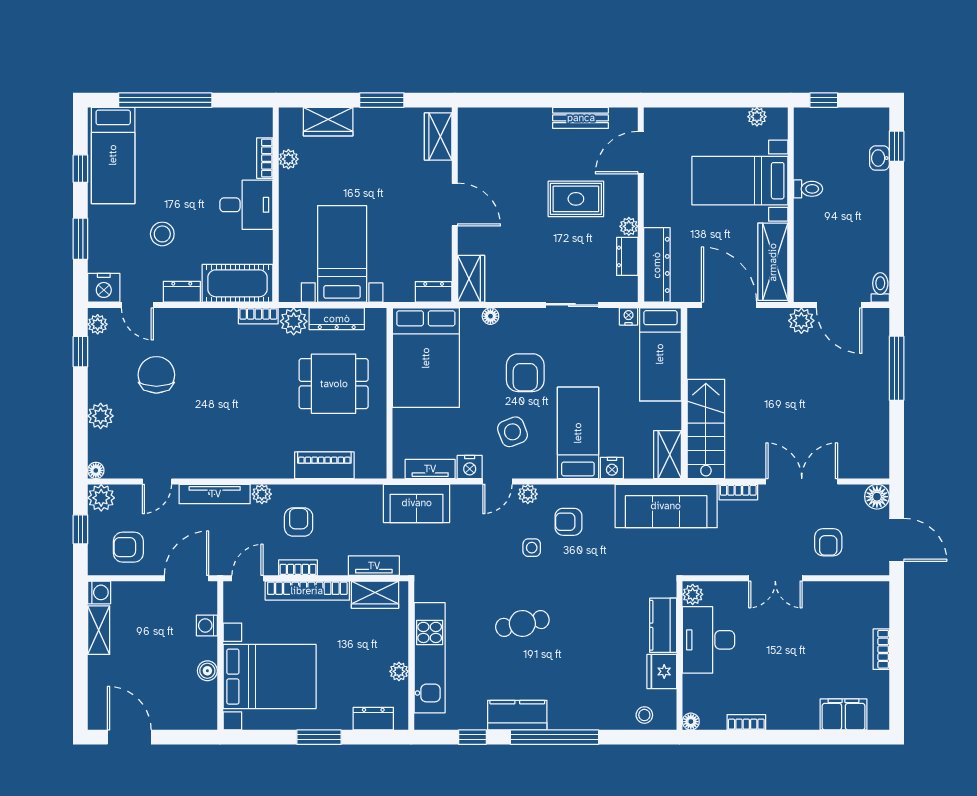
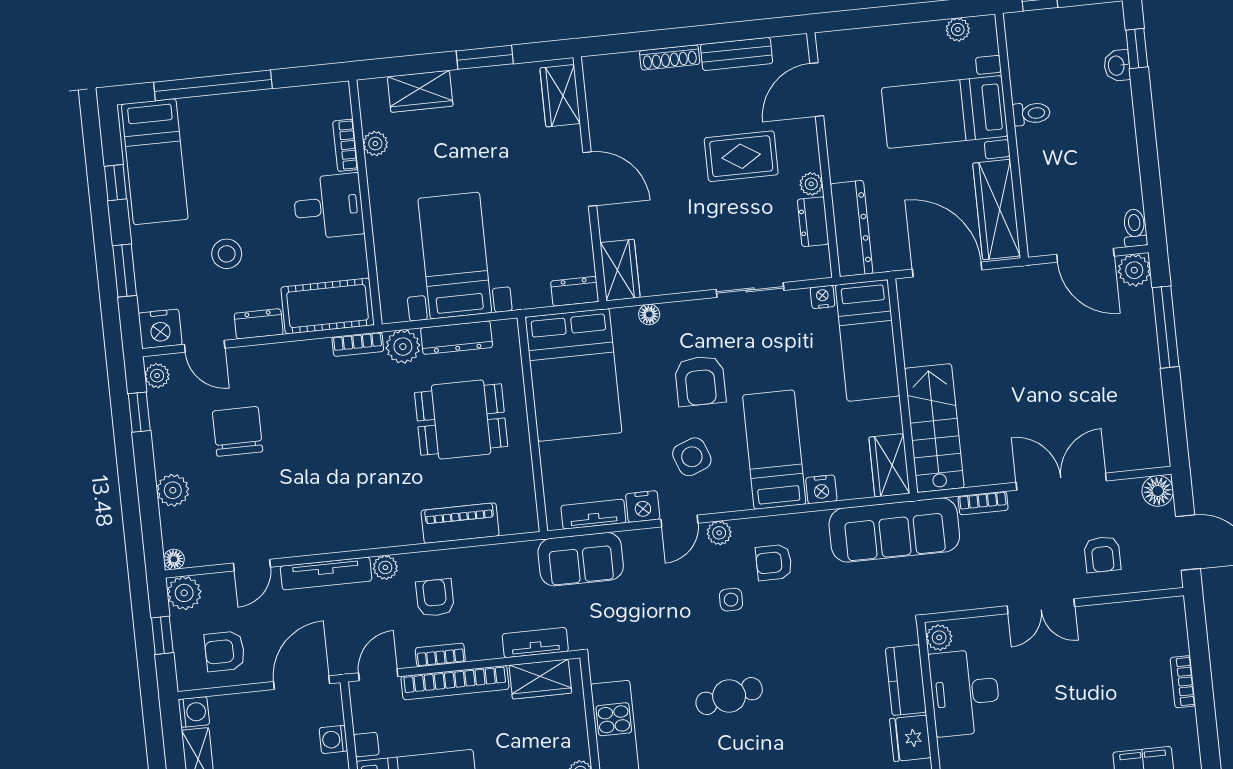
shoe rack: (528, 115) -> (670, 57), added
plant: (801, 321) -> (1134, 270), moved

